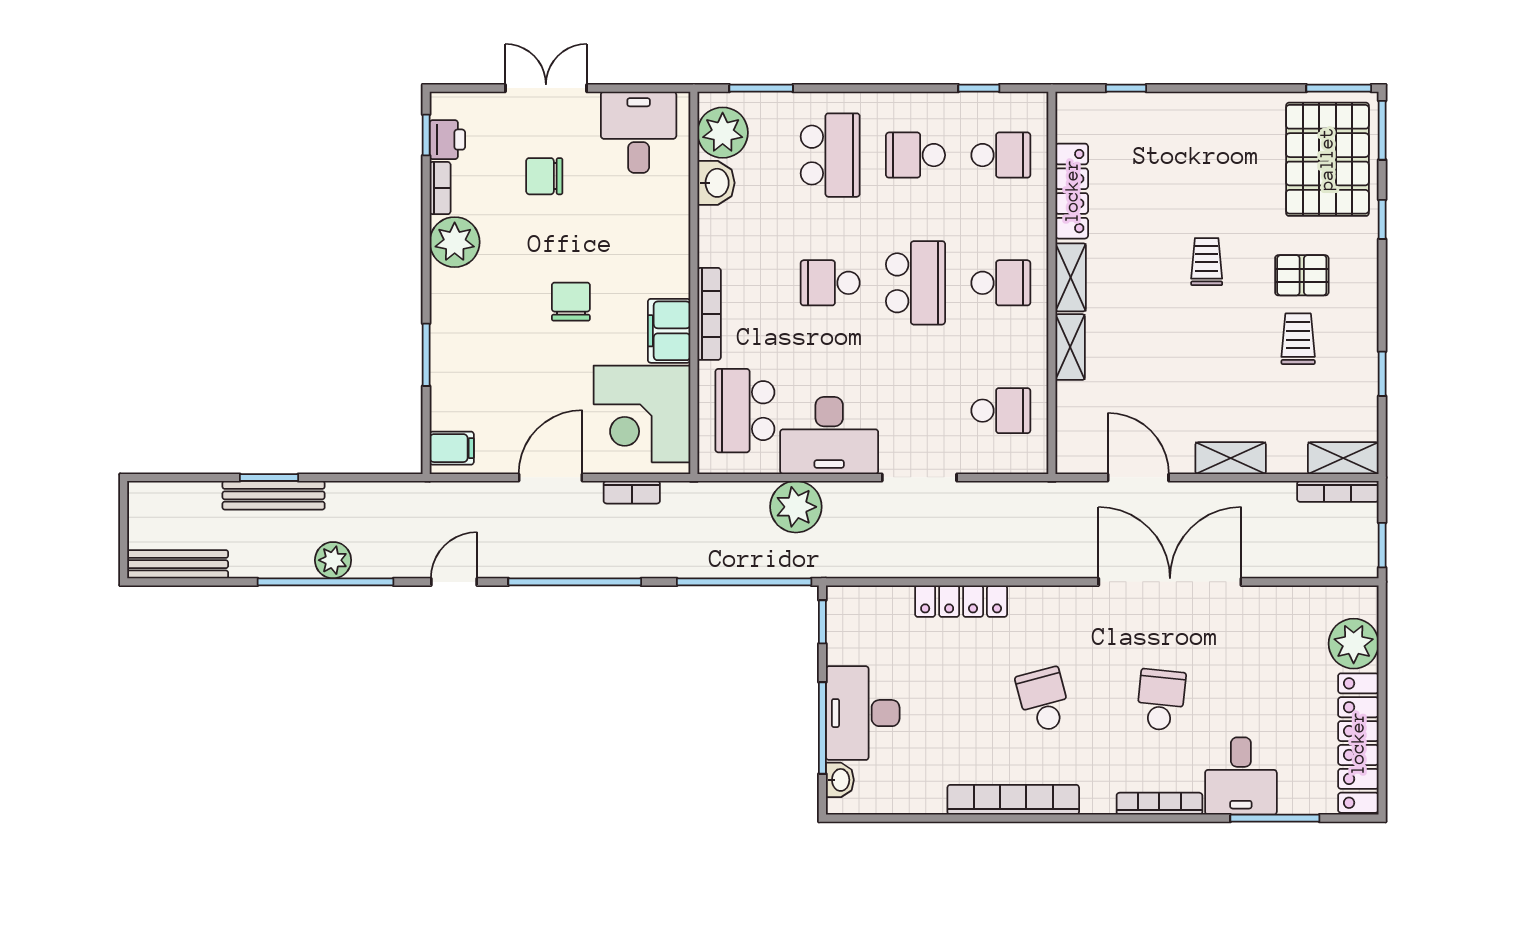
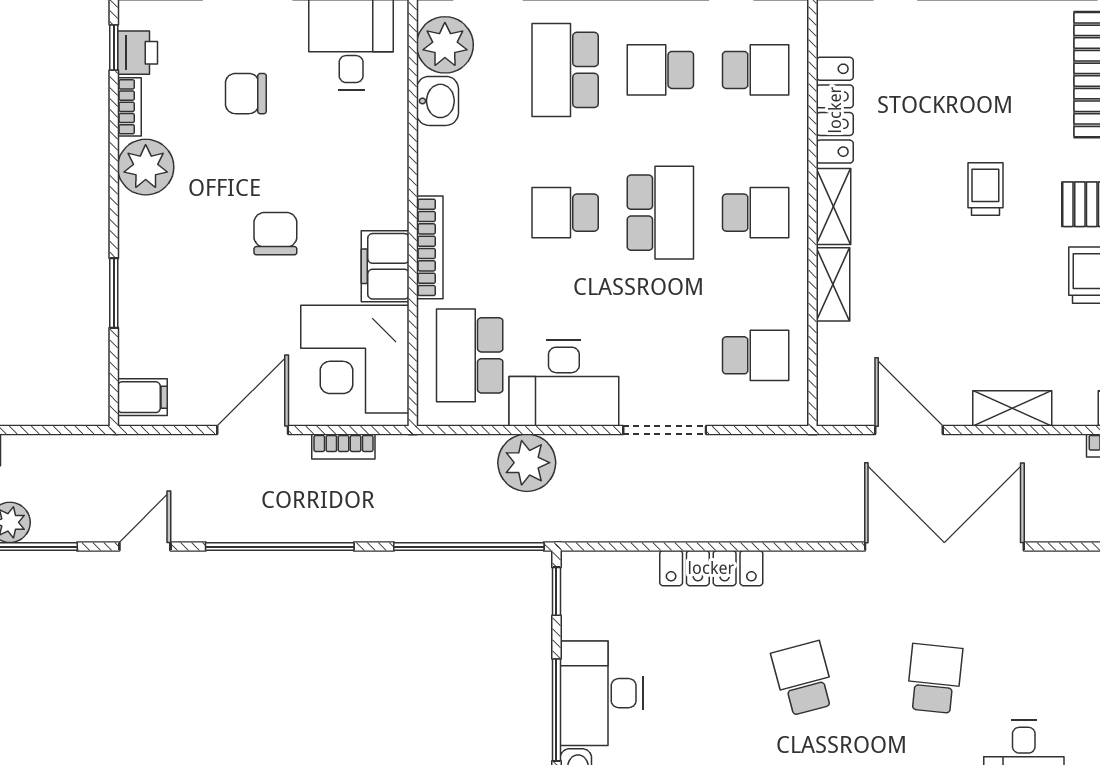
school desk: (830, 155) -> (565, 70), turned 180

